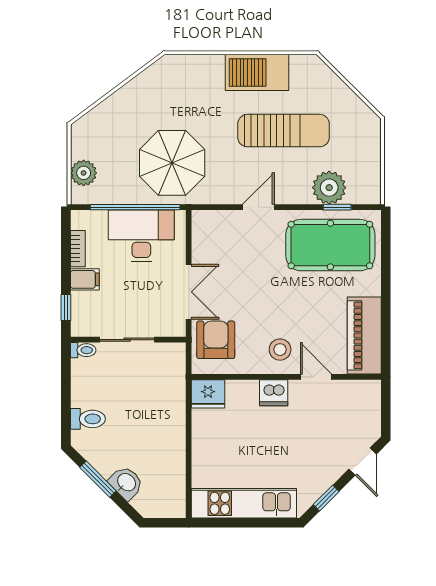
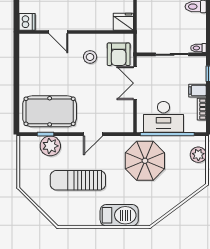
barbecue: (257, 72) -> (119, 215), moved
piano: (364, 335) -> (29, 57), removed
stool: (280, 350) -> (90, 57), moved
dishwasher: (274, 393) -> (27, 22), moved, turned 90

